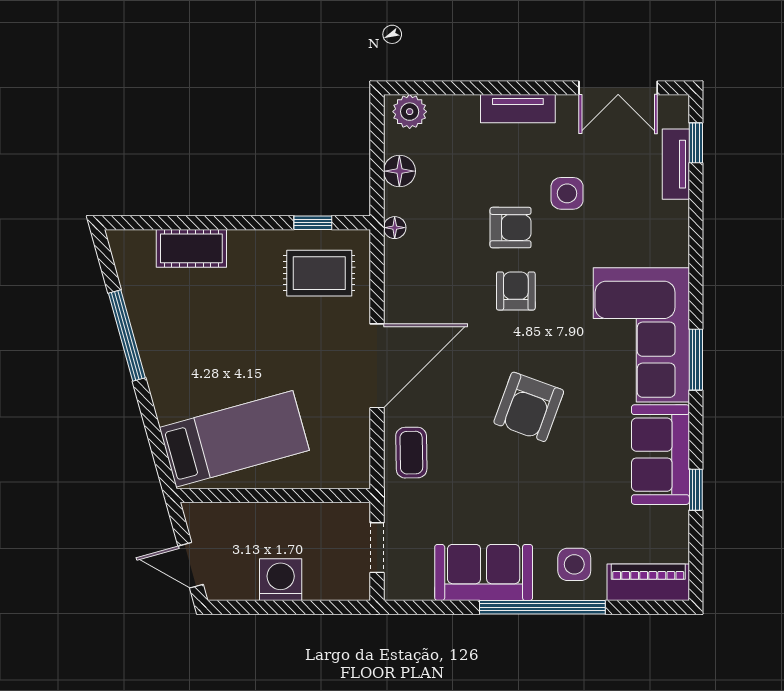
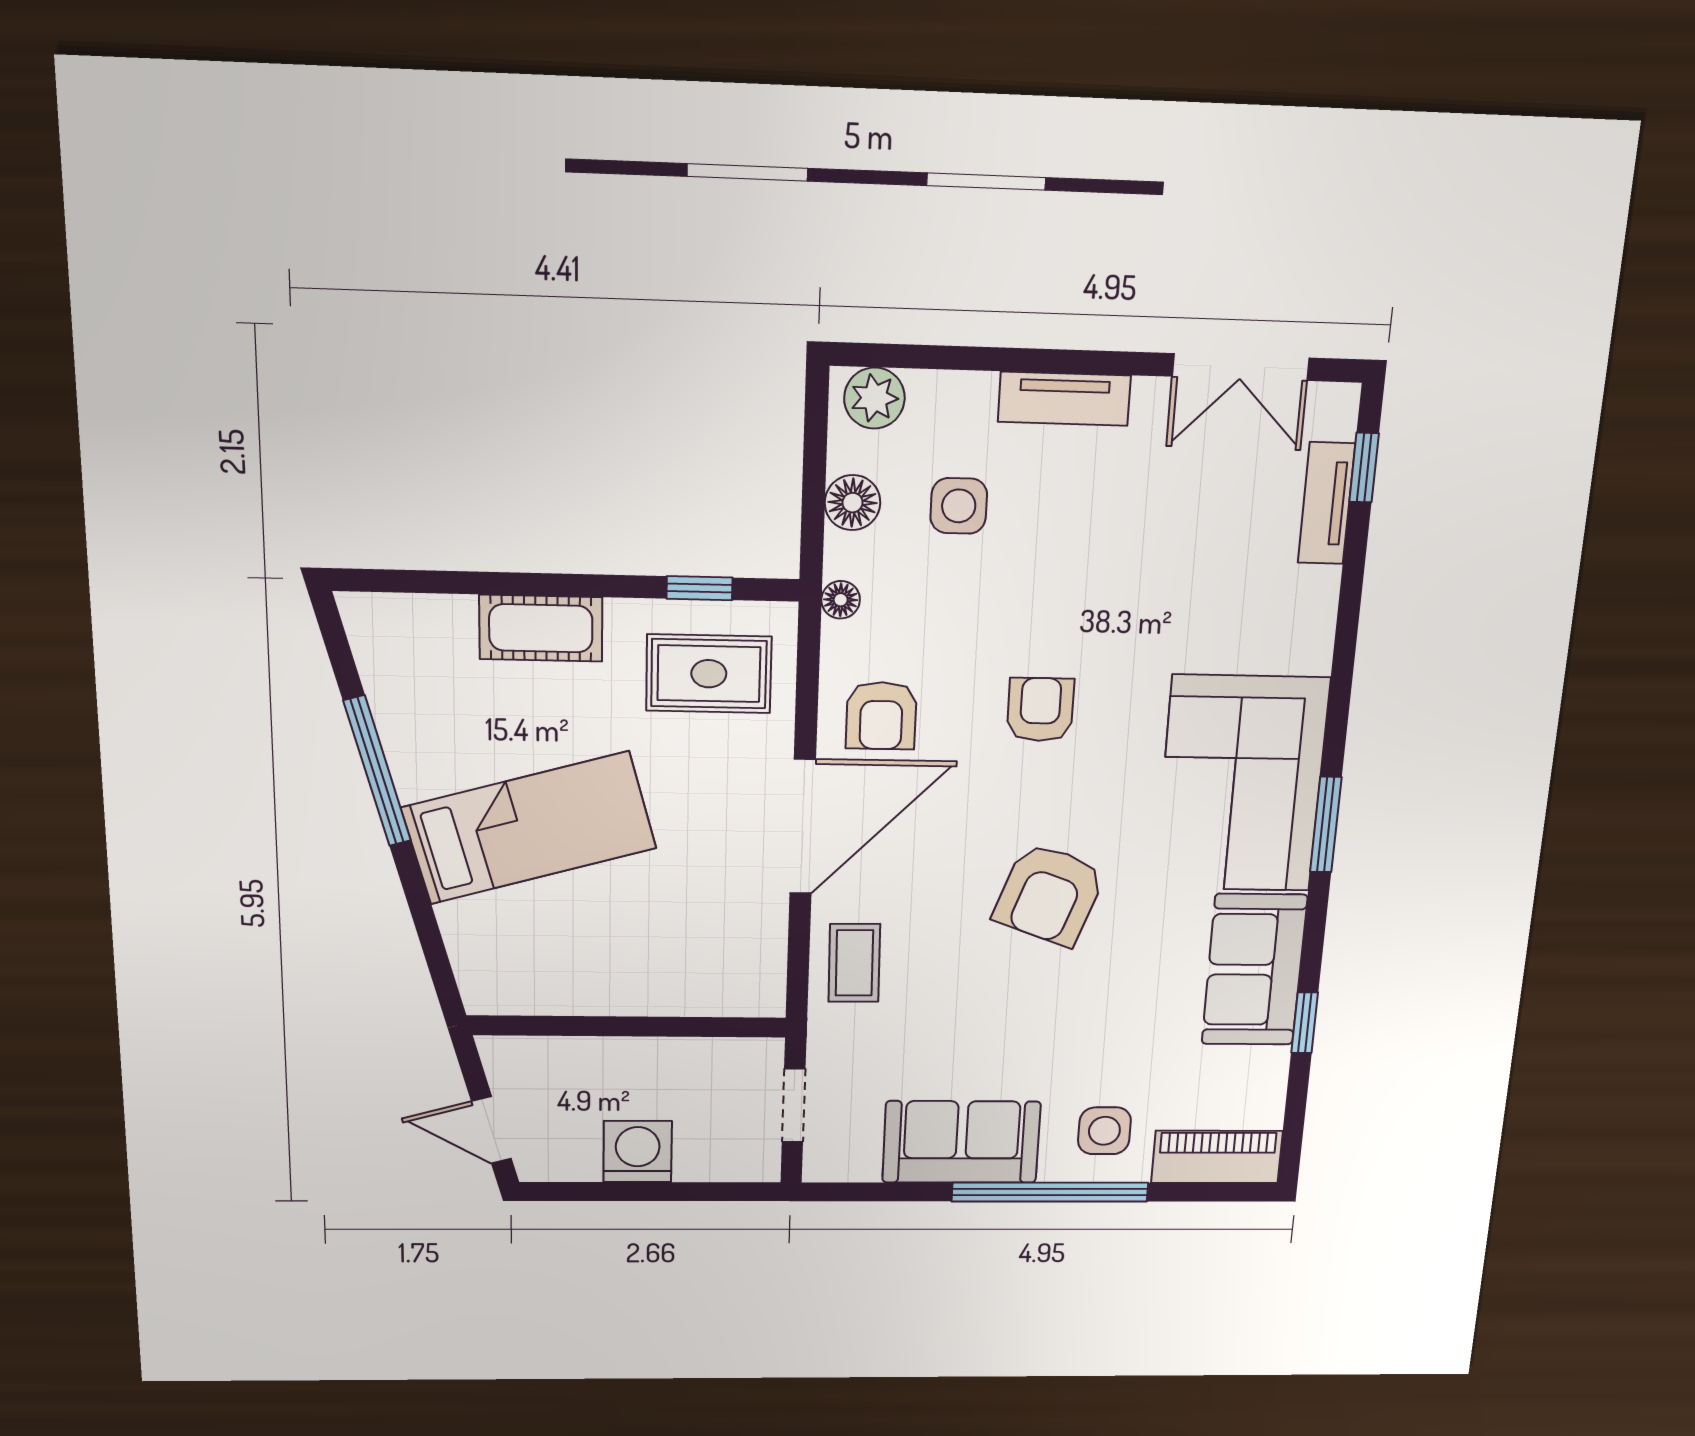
side table: (567, 193) -> (959, 506), moved
armchair: (511, 228) -> (881, 716), moved, turned 90
cot: (191, 248) -> (541, 628), moved
bed: (234, 439) -> (529, 828), moved

